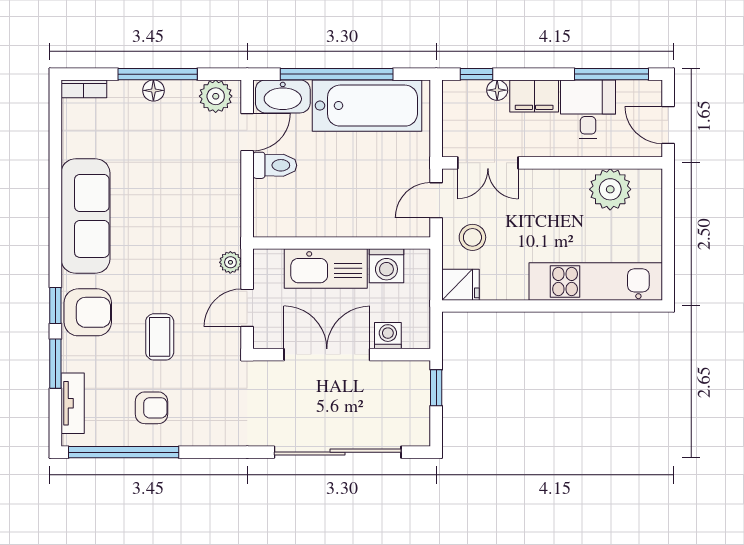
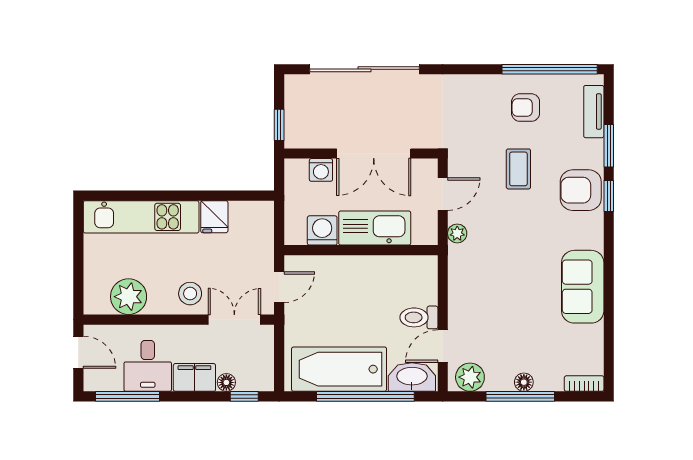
sofa: (85, 216) -> (583, 287), width x0.73
stool: (472, 237) -> (190, 294), moved
fridge: (461, 285) -> (214, 217), moved, turned -90

